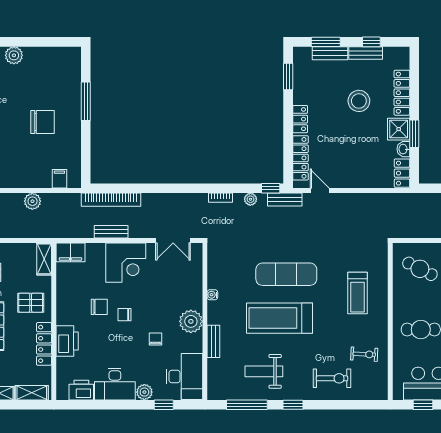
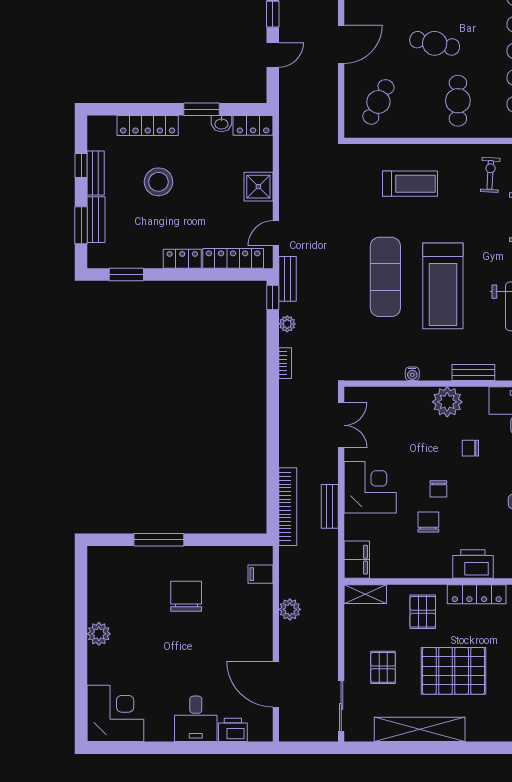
shower: (399, 129) -> (258, 187), moved

